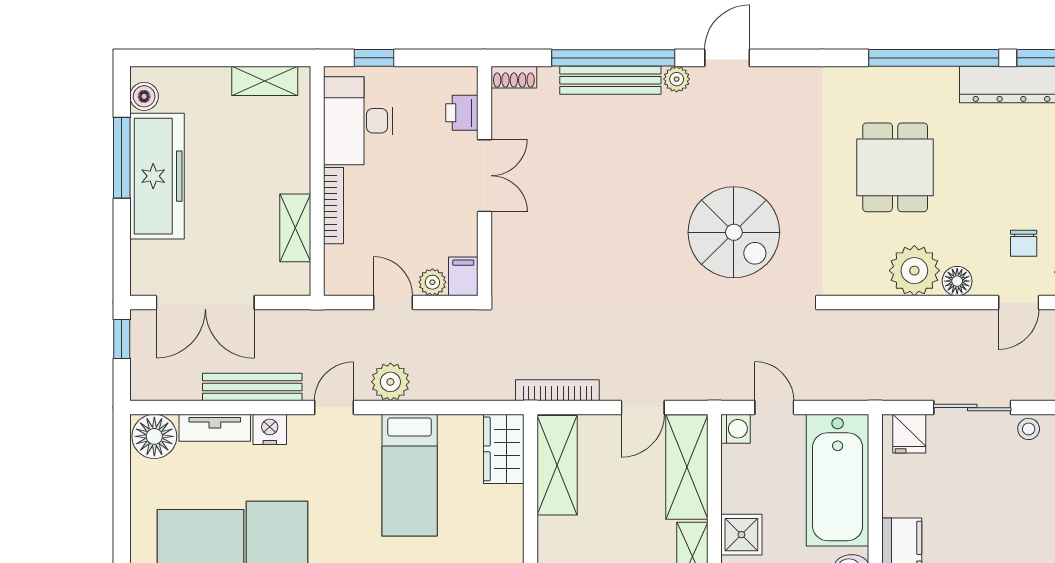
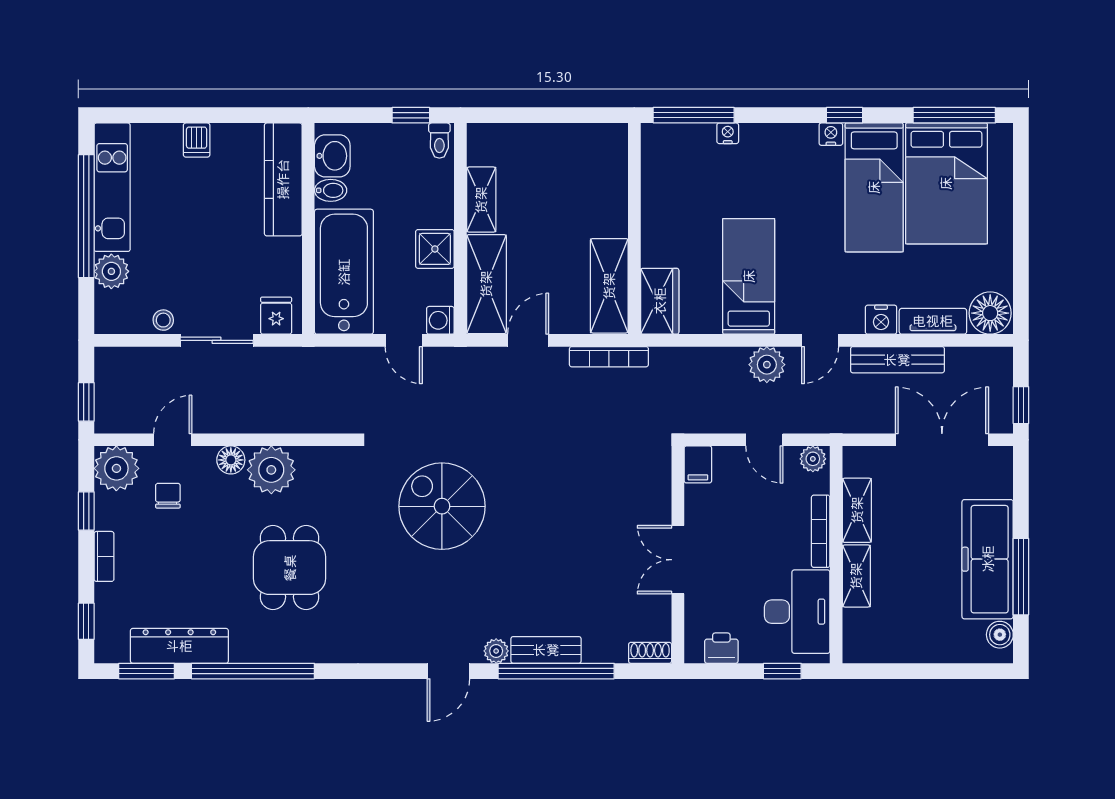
bench: (610, 80) -> (546, 650), width x0.73
shelving: (265, 81) -> (856, 576), moved, turned 90
printer: (462, 113) -> (721, 648), moved, turned -90
plant: (432, 282) -> (813, 459), moved
shower: (741, 535) -> (435, 249), moved

